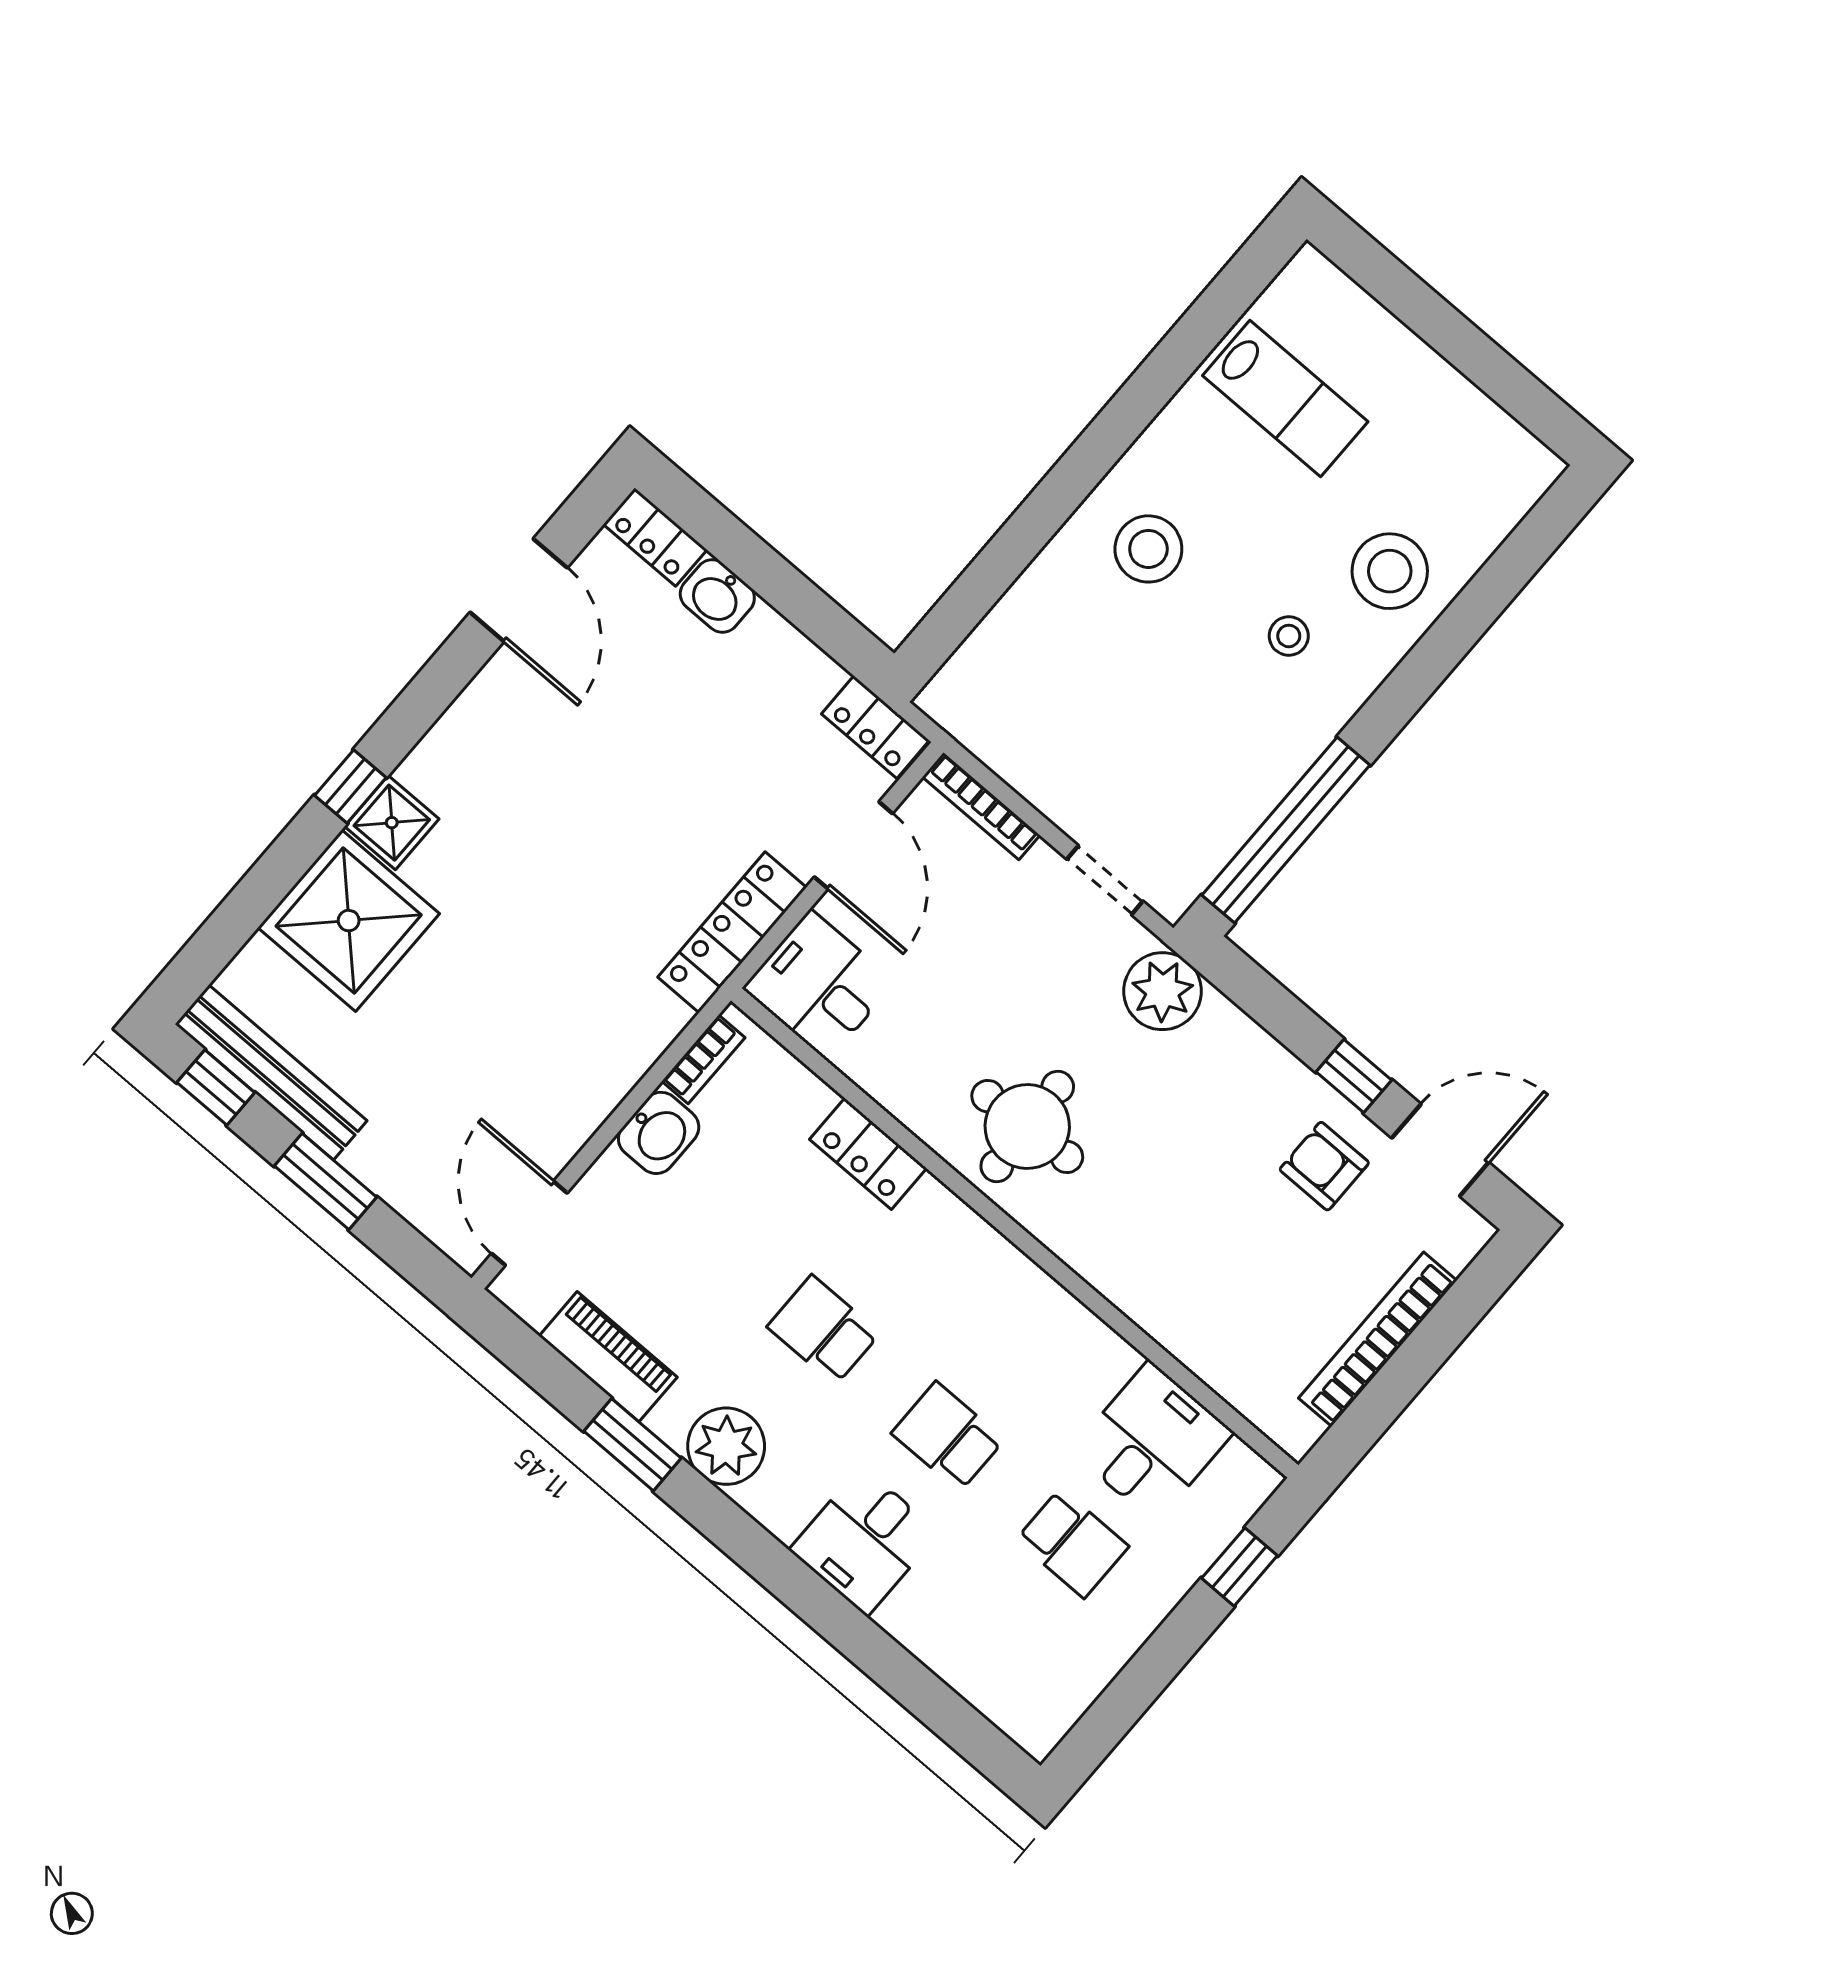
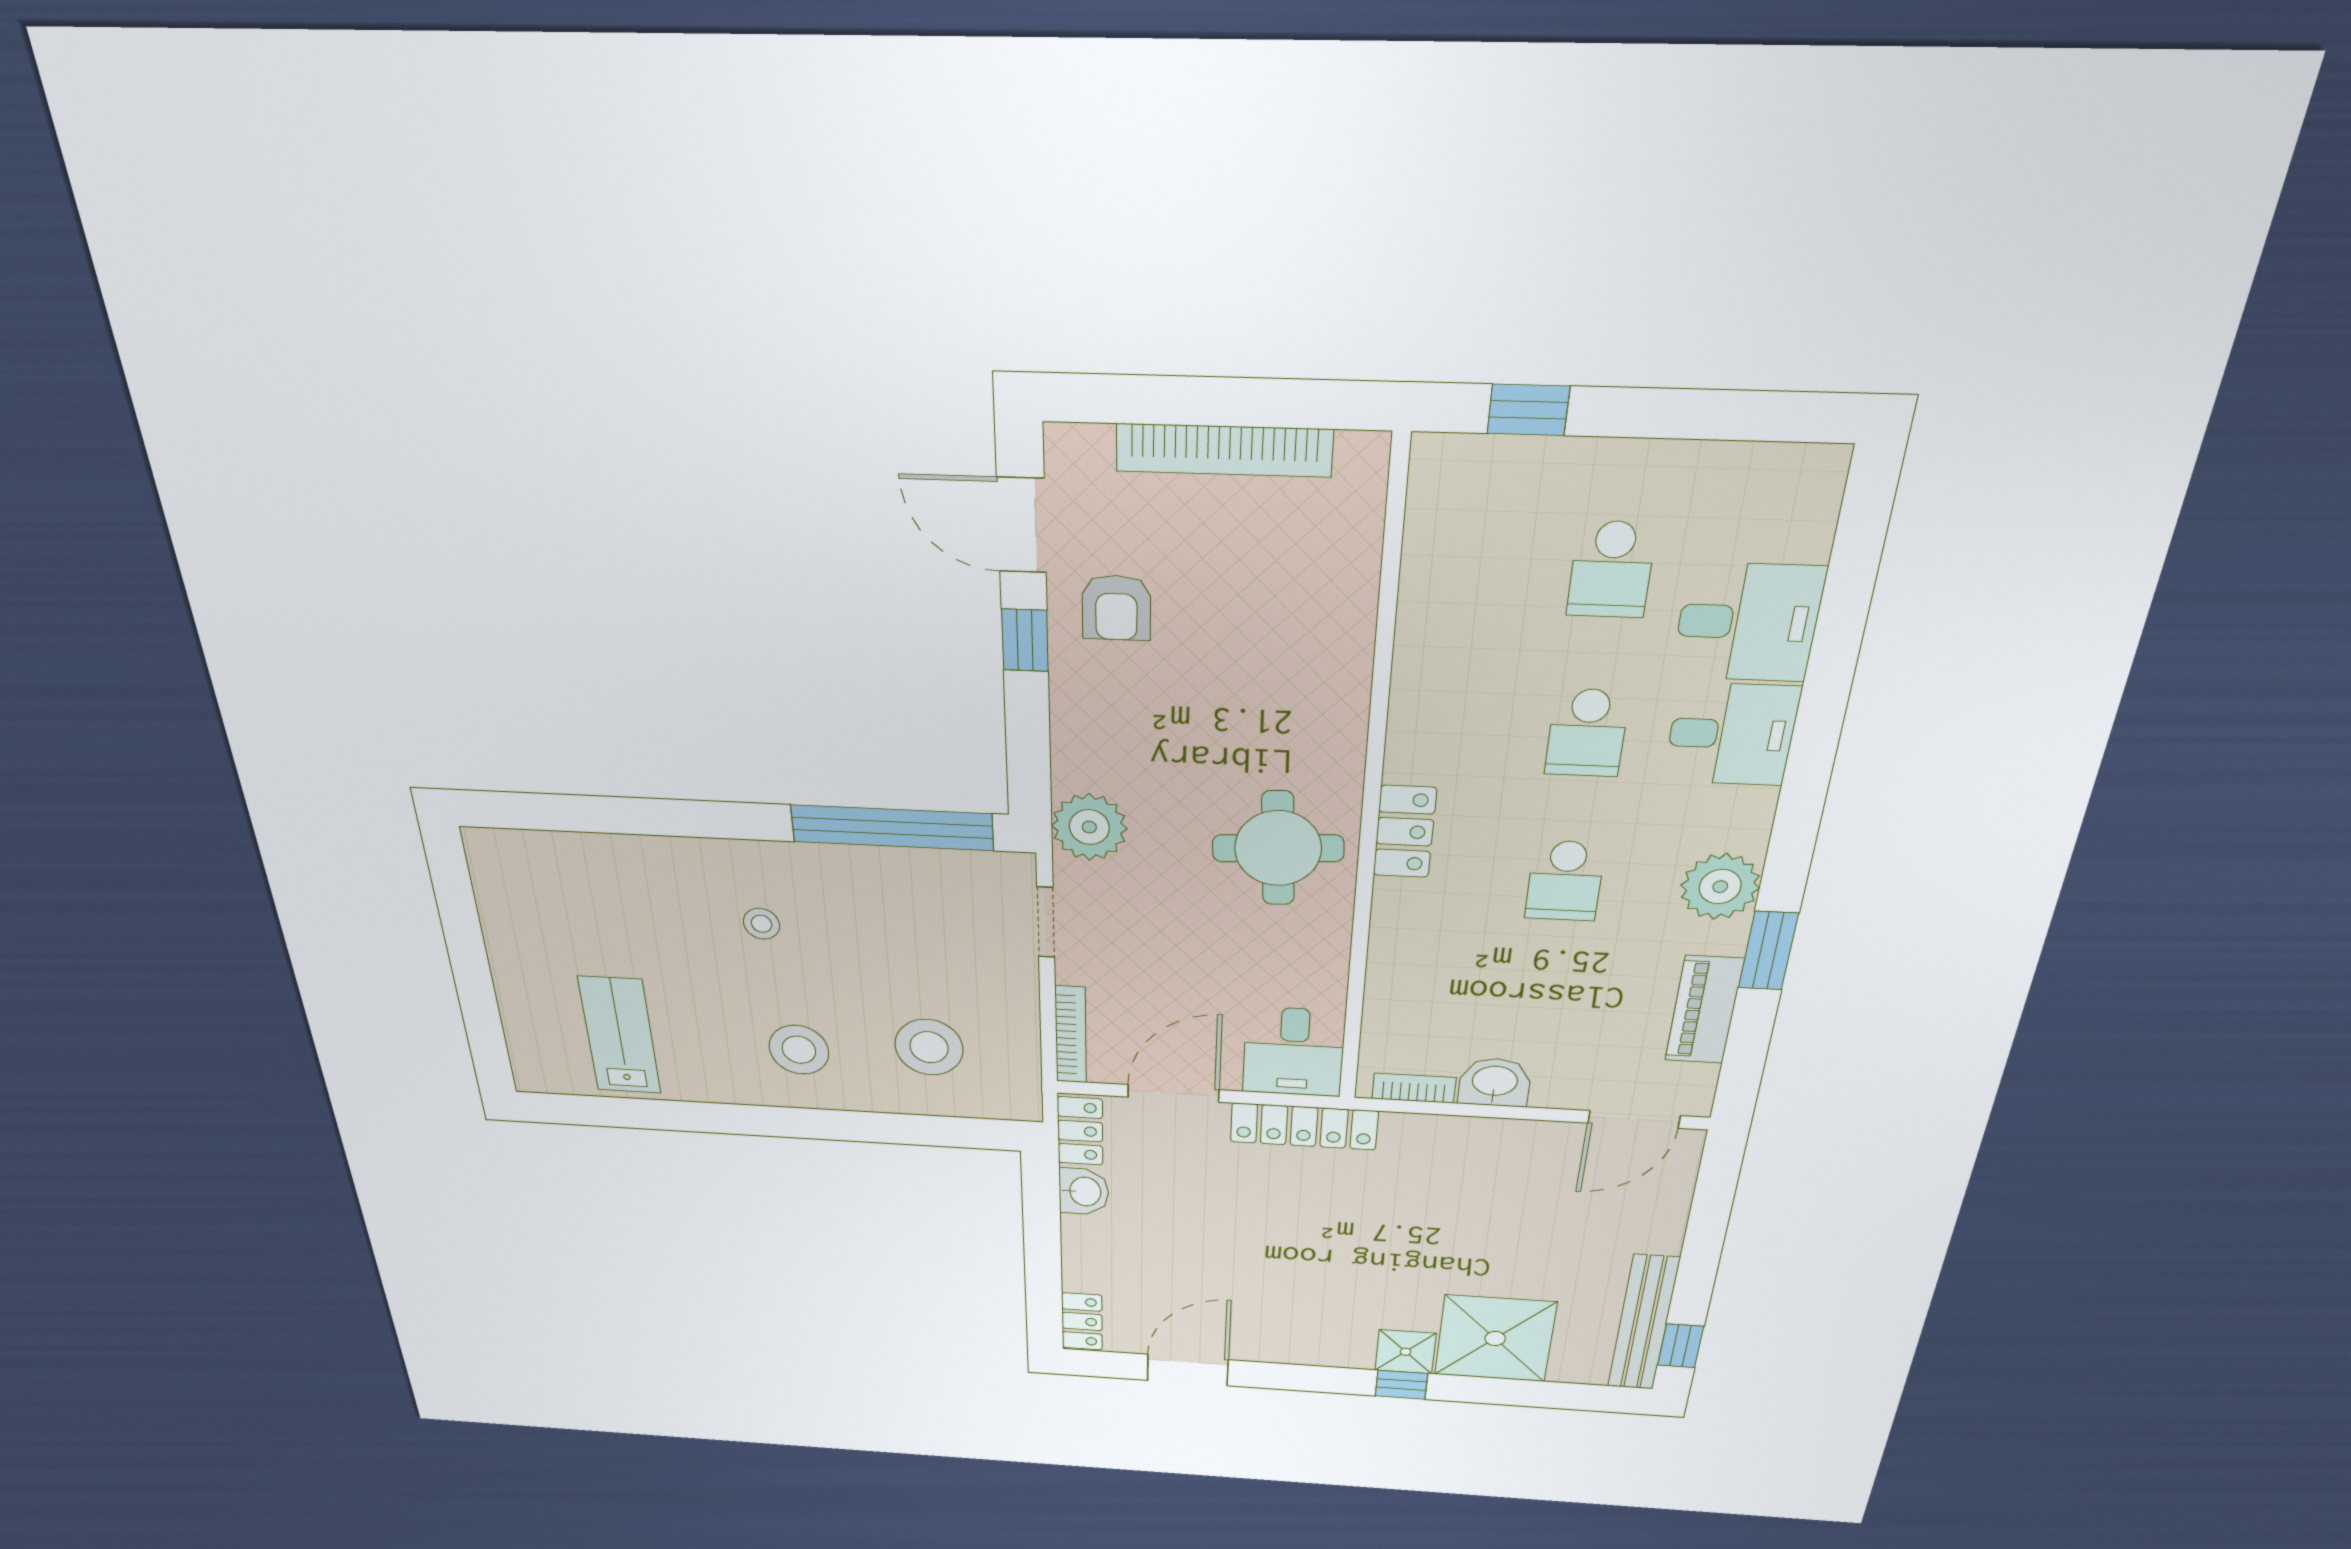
stool: (1390, 571) -> (929, 1047), moved
washbasin: (717, 596) -> (1084, 1191), moved
locker: (868, 1154) -> (1405, 832), moved
window: (326, 1182) -> (1701, 1253), removed
desk: (1152, 1442) -> (1748, 622), moved, turned 180
school desk: (1072, 1543) -> (1611, 569), turned 180

